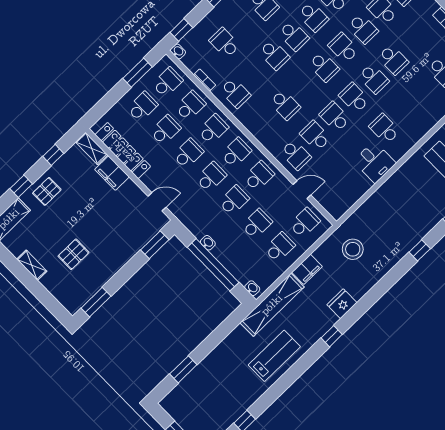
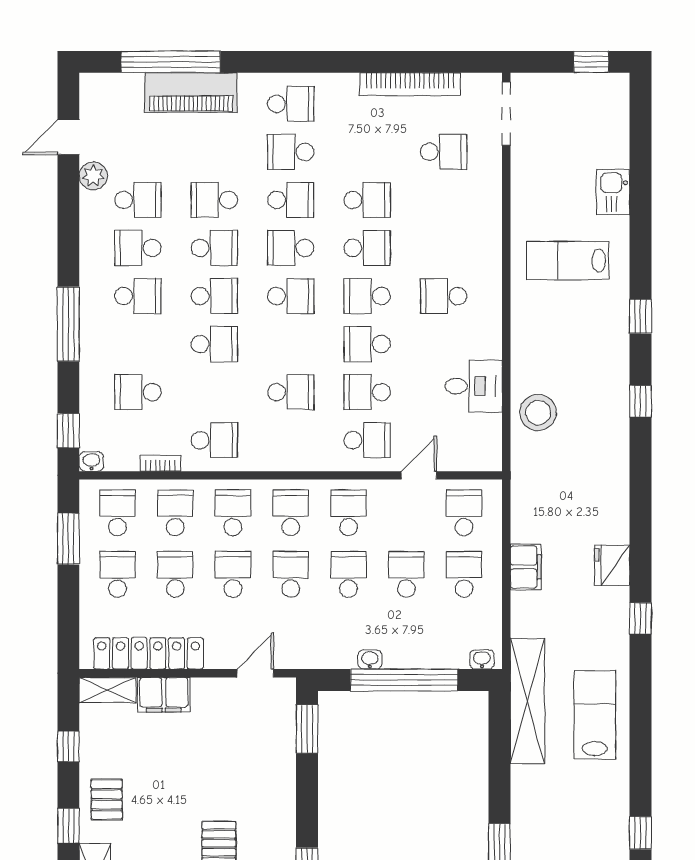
desk: (375, 162) -> (474, 386), moved
stool: (353, 249) -> (538, 413), moved
shelving: (272, 305) -> (527, 701), moved

